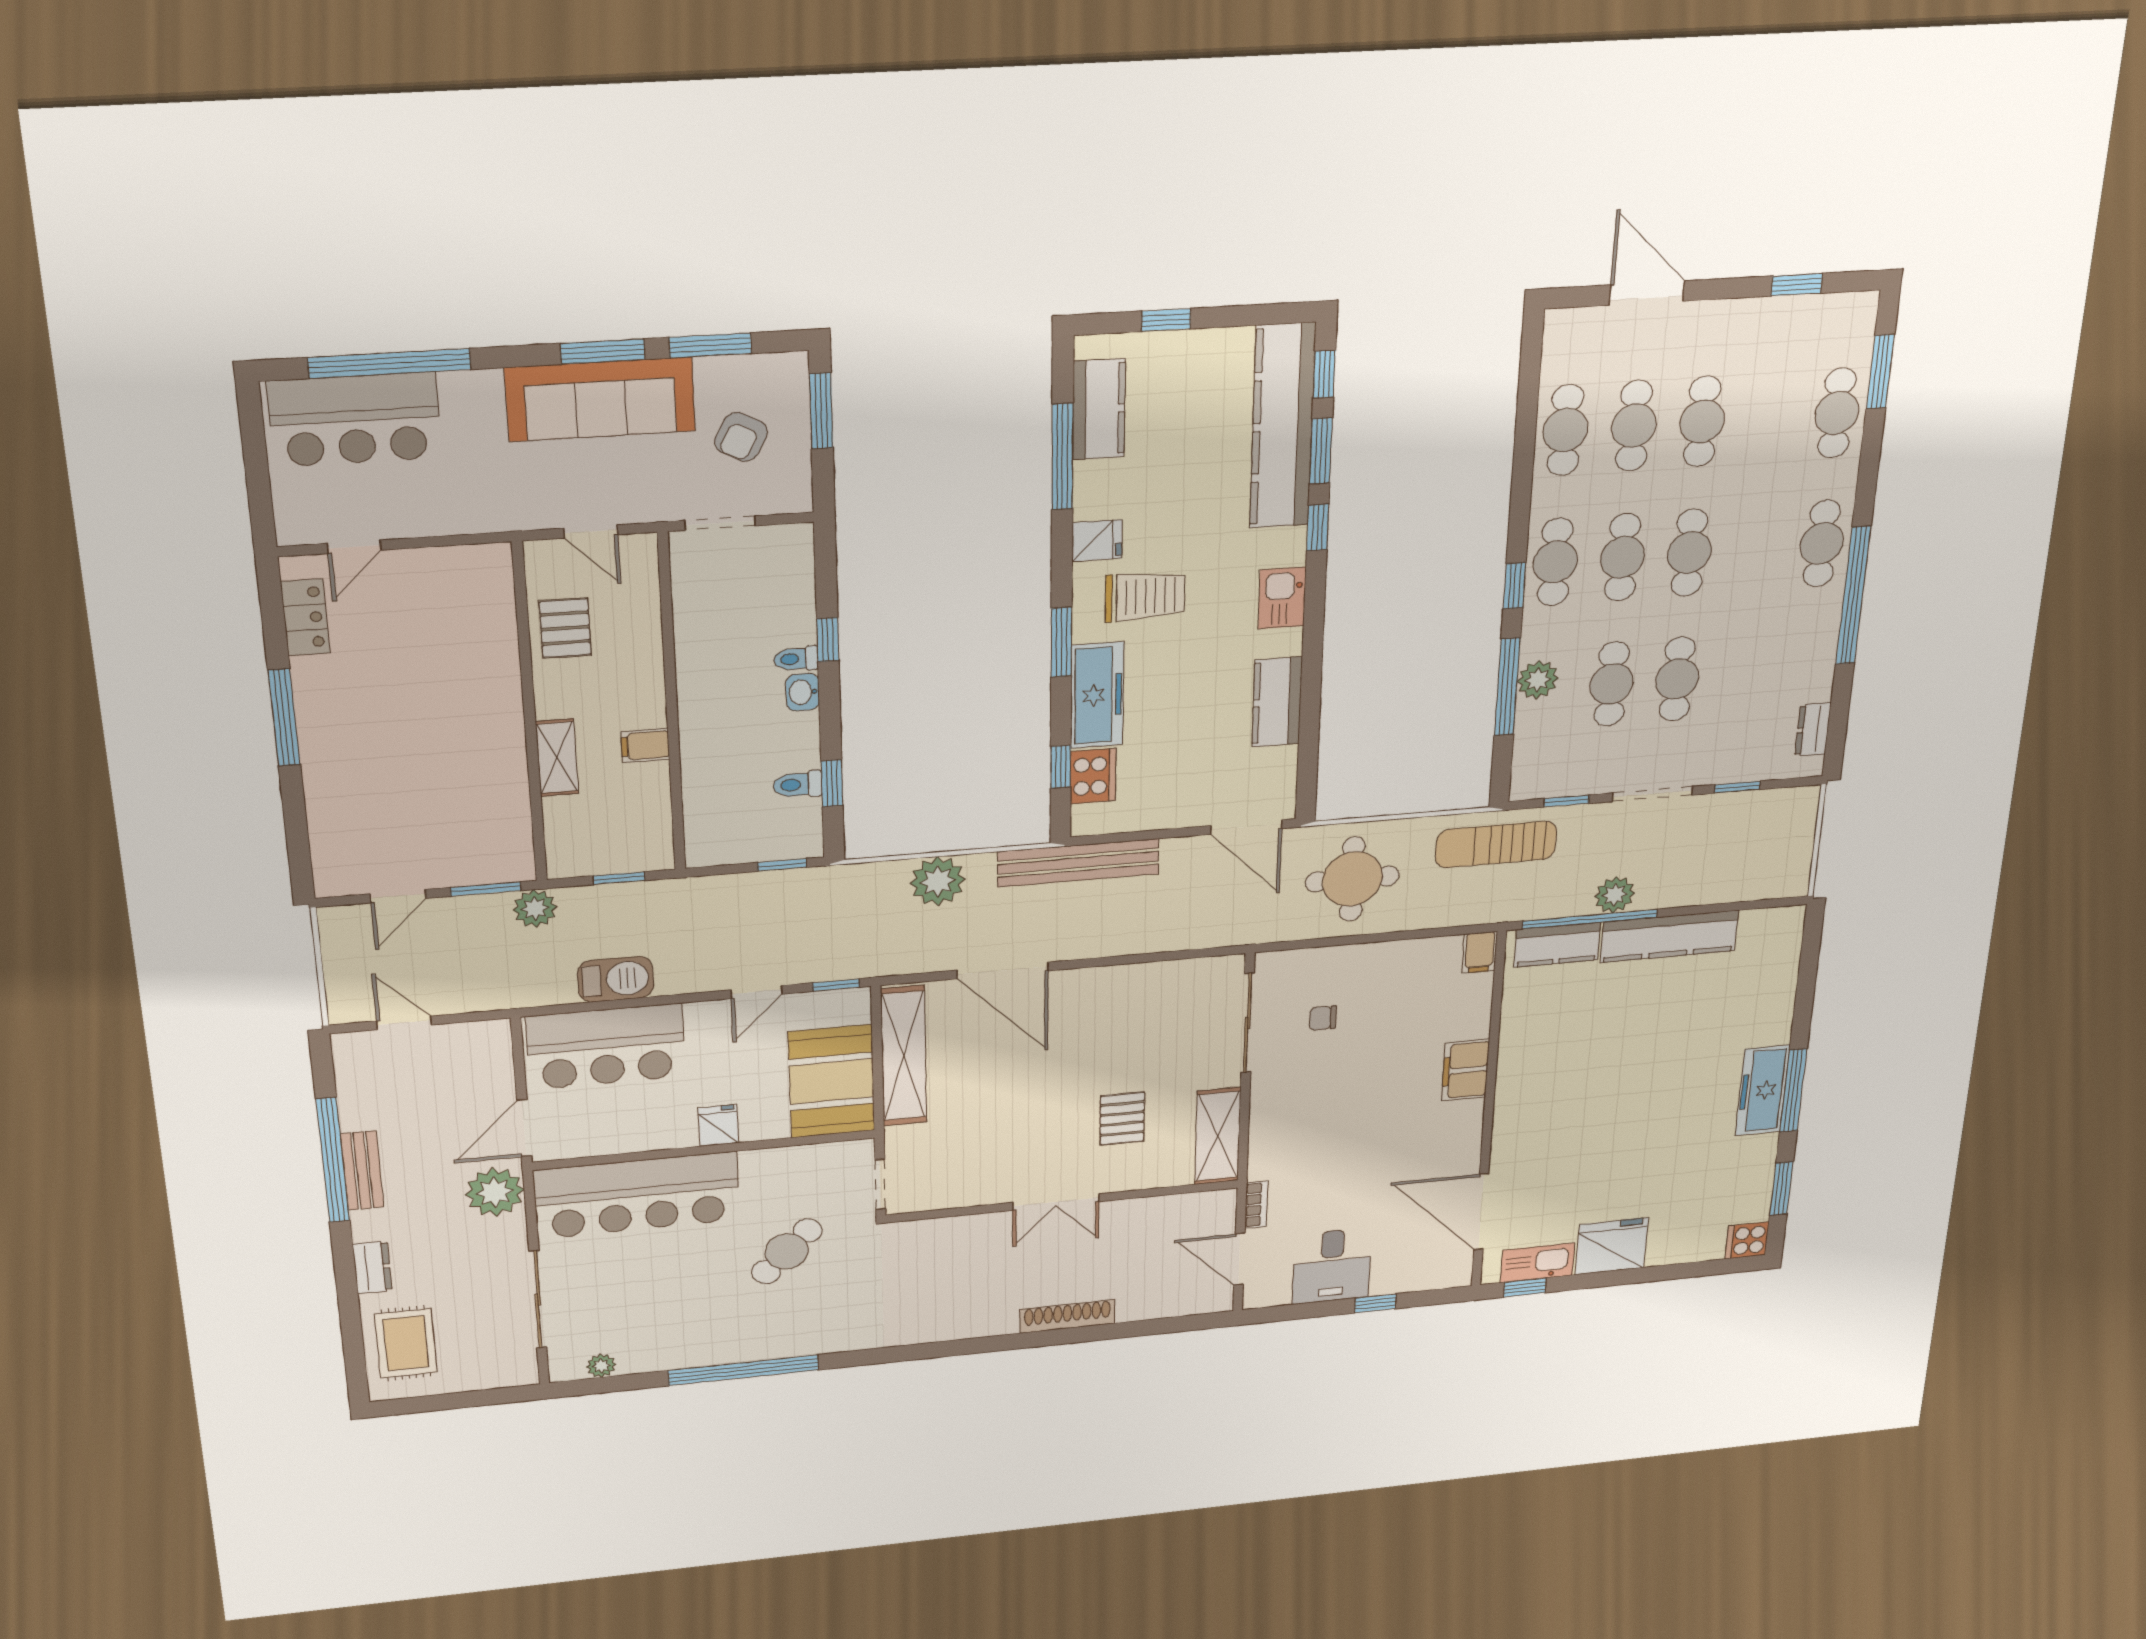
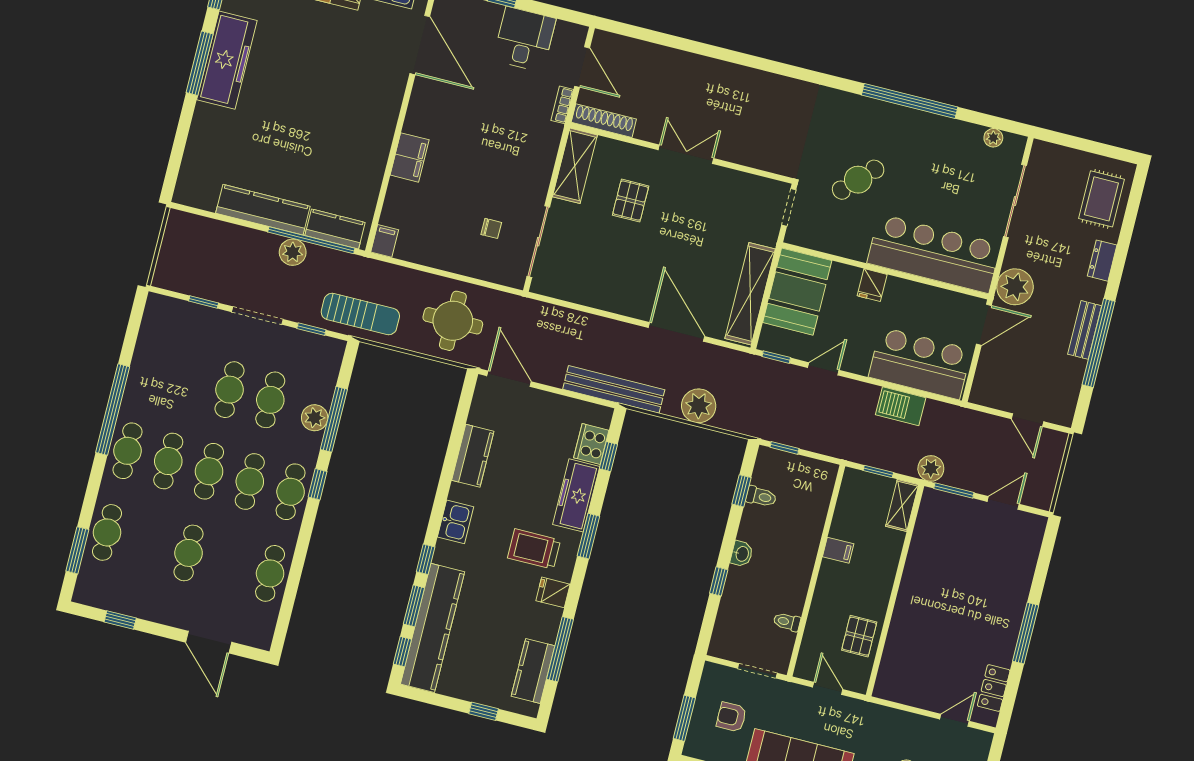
cafe table: (1634, 426) -> (168, 461), moved
armchair: (741, 437) -> (731, 717), turned -118
toilet: (796, 659) -> (787, 622), moved, turned 180
dresser: (1813, 729) -> (150, 326), removed
shelving: (557, 758) -> (902, 505), moved
freezer: (1763, 1090) -> (227, 60), width x1.36, depth x1.26
shoe rack: (1067, 1316) -> (604, 121), moved, turned 180

